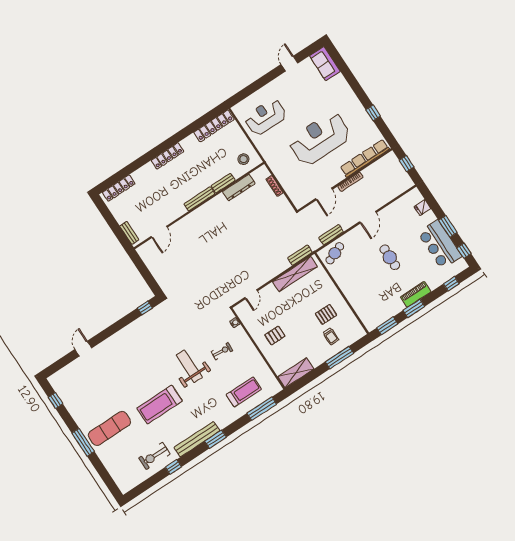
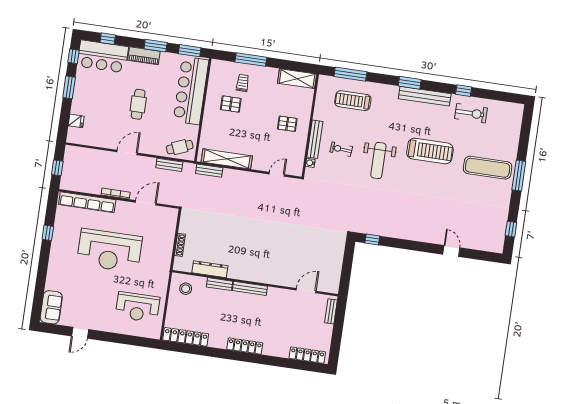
bar counter: (440, 245) -> (103, 56), moved, turned 90
bar counter: (362, 299) -> (191, 91), added
bench: (246, 342) -> (315, 139), added
door: (83, 349) -> (451, 251), swing flipped

